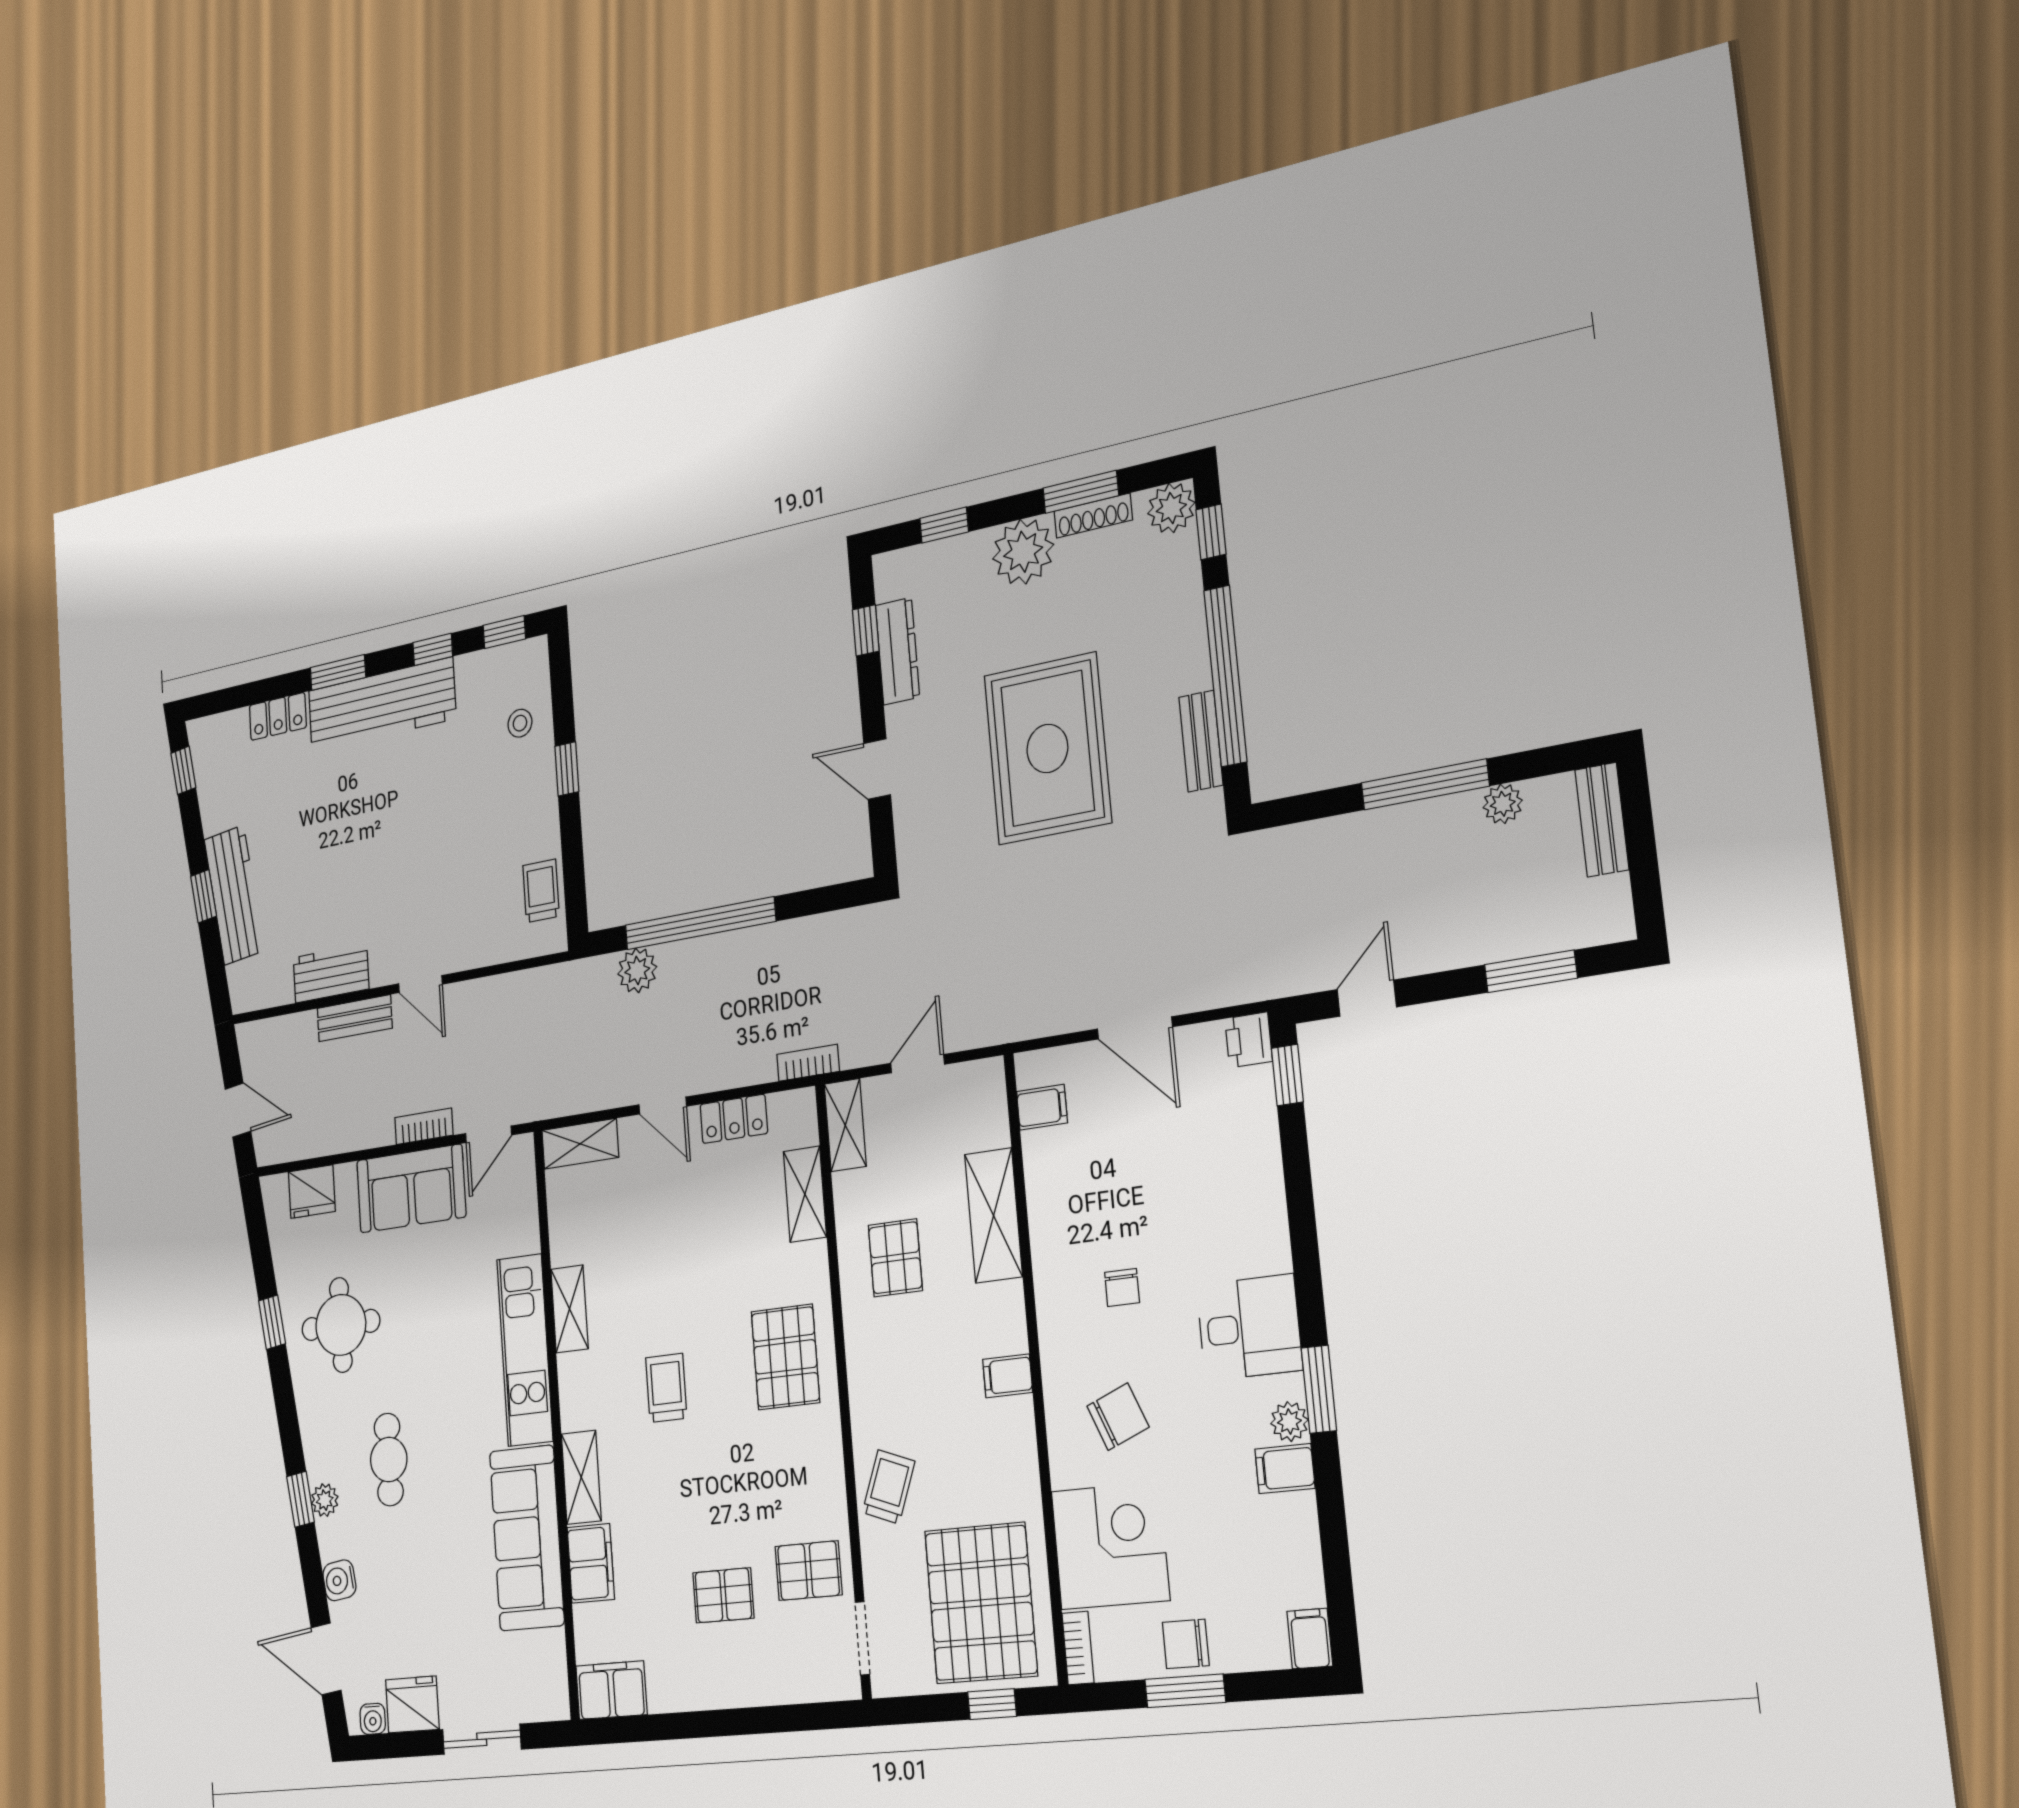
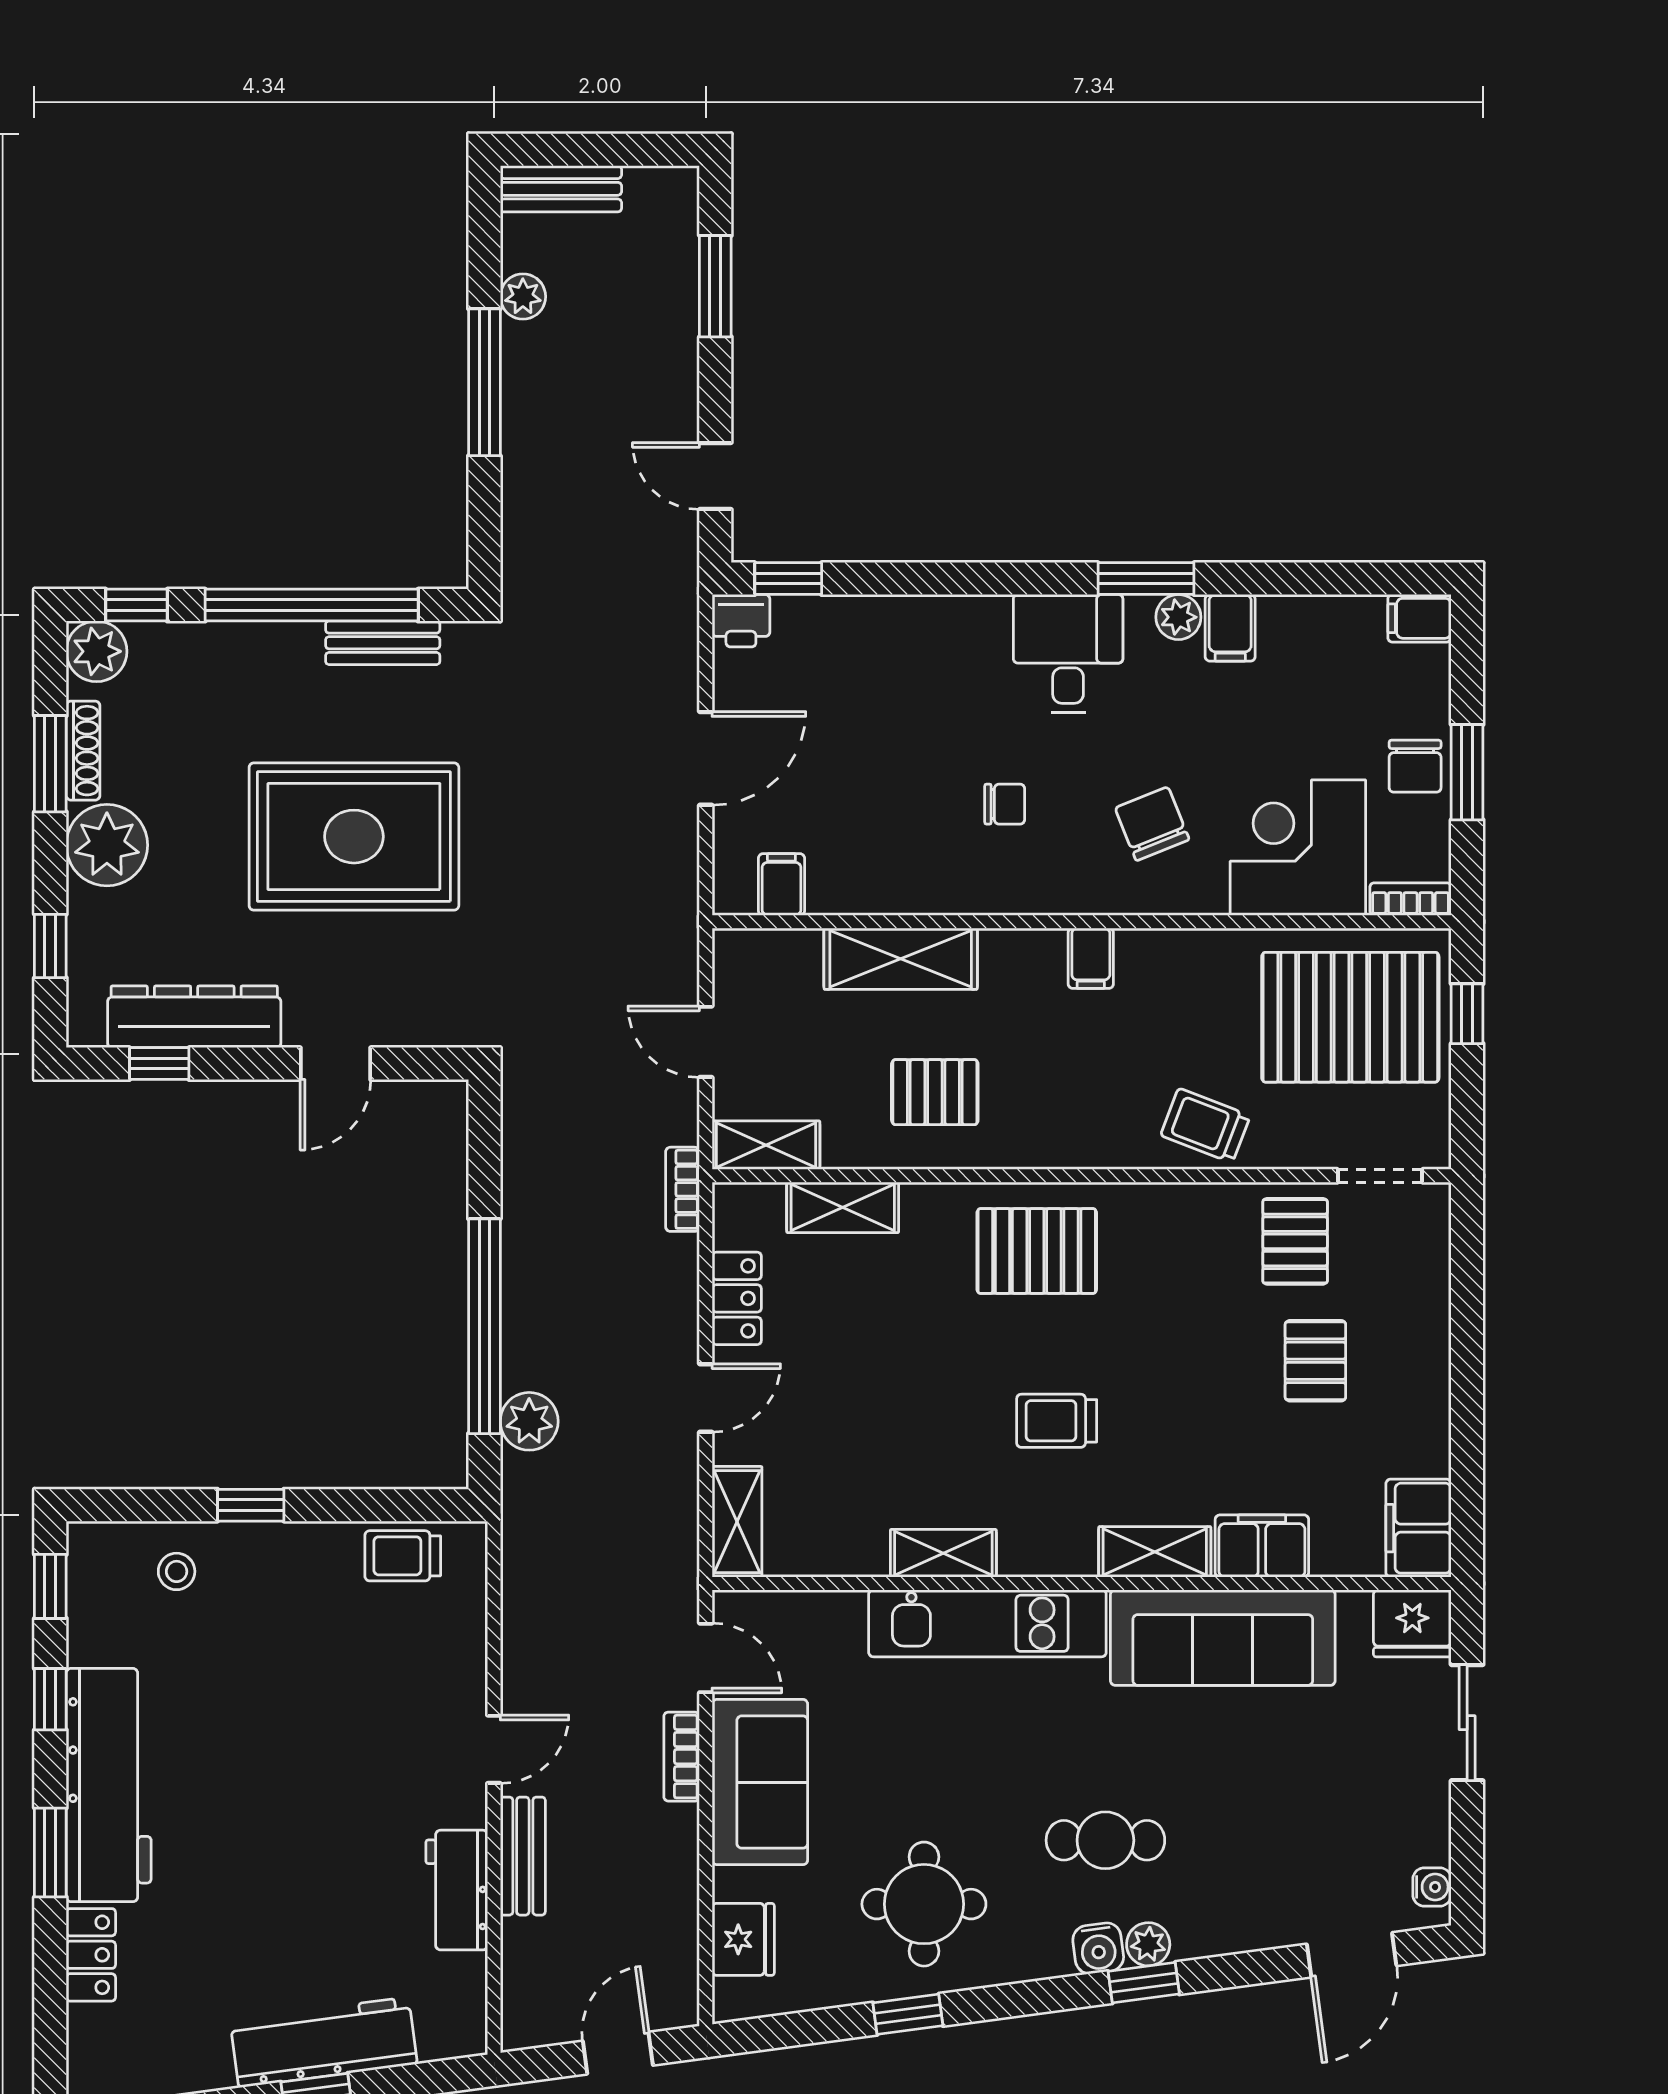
dresser: (897, 651) -> (194, 1017), width x1.37, depth x1.24
water cooler: (339, 1580) -> (1098, 1948), moved
fridge: (412, 1704) -> (1412, 1623), moved, turned -90

